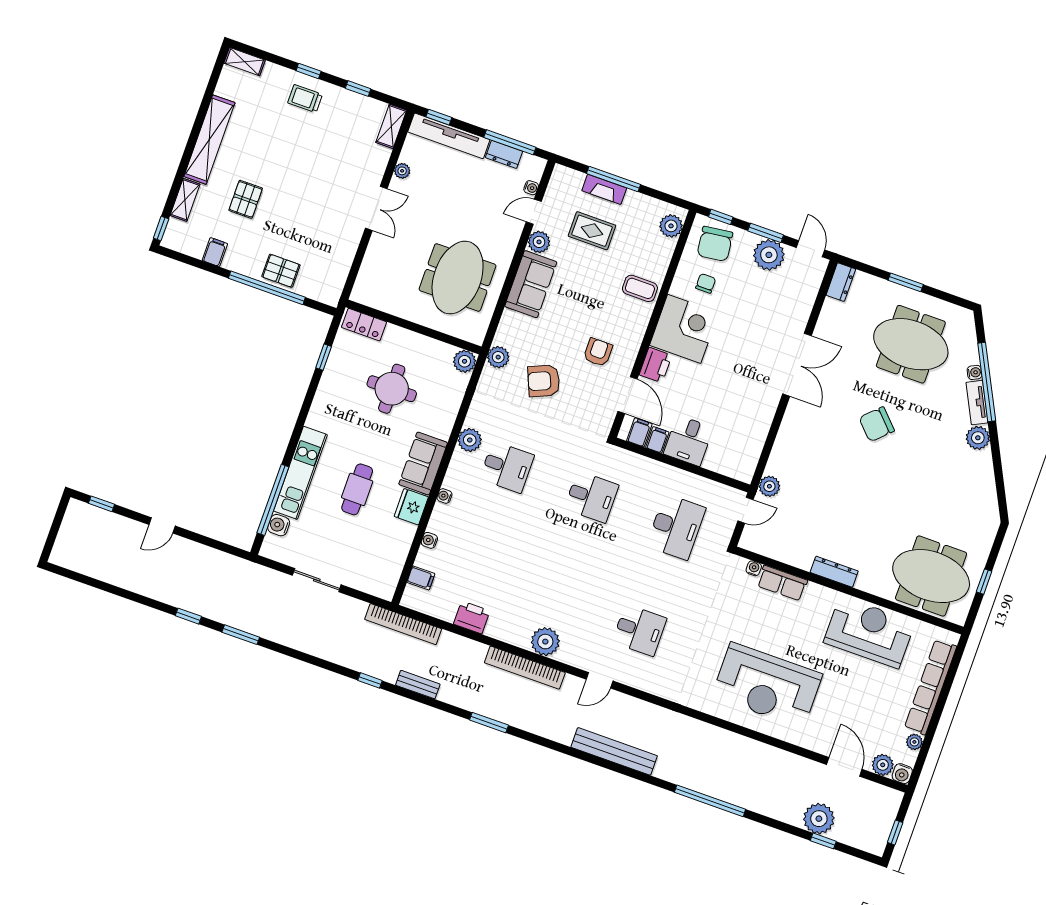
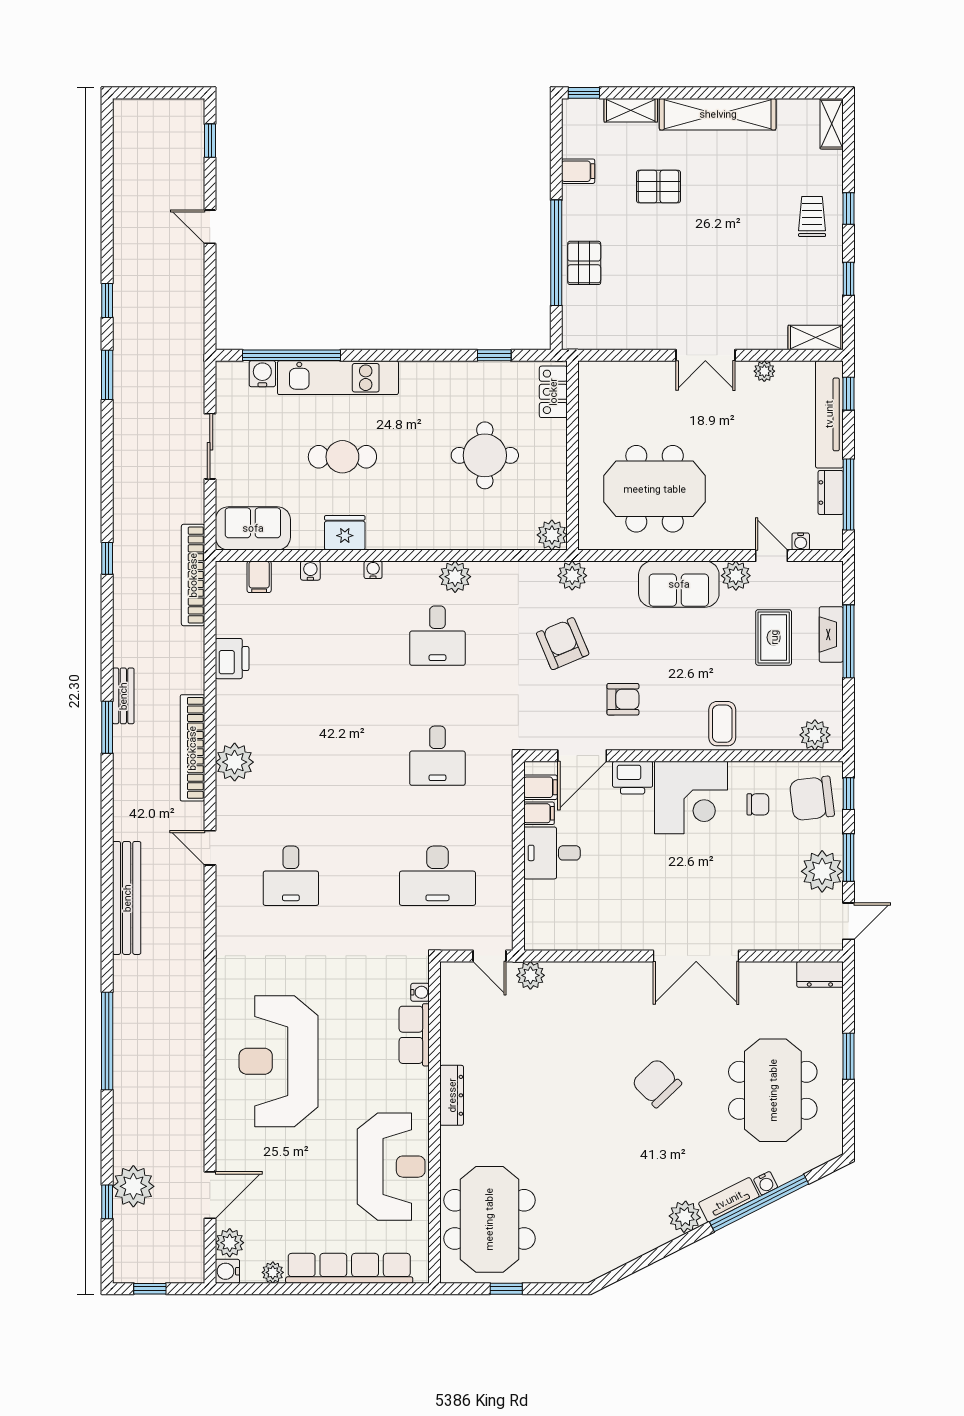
sofa: (423, 463) -> (253, 528), moved
bench: (418, 685) -> (123, 696), moved

